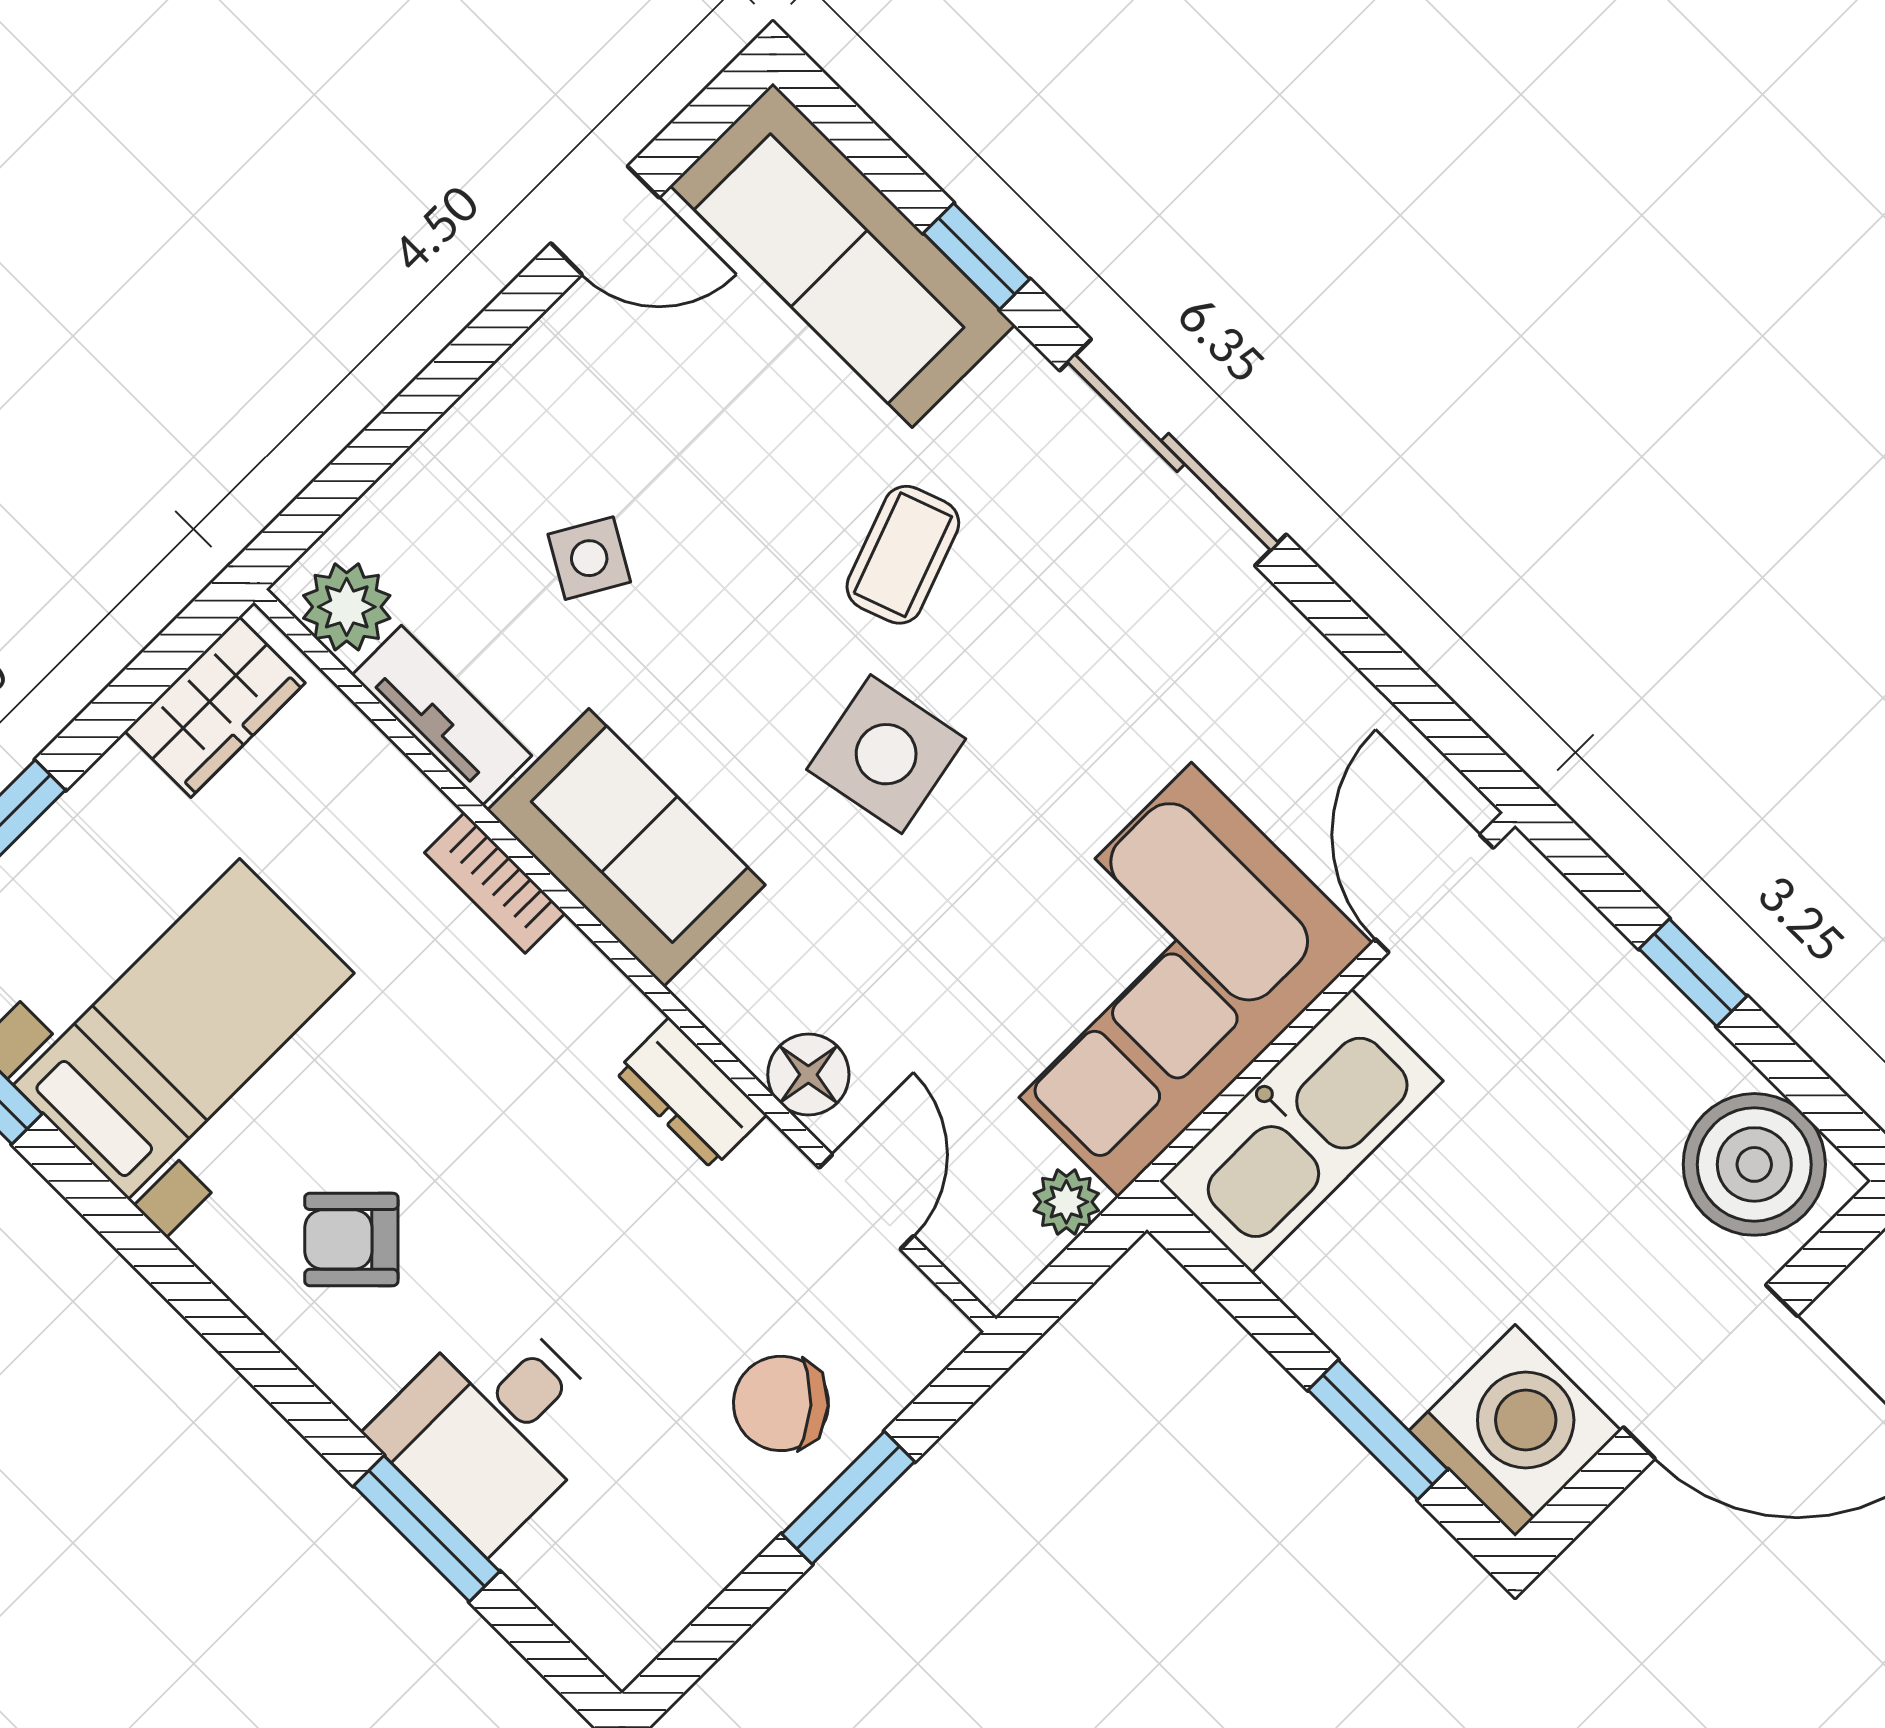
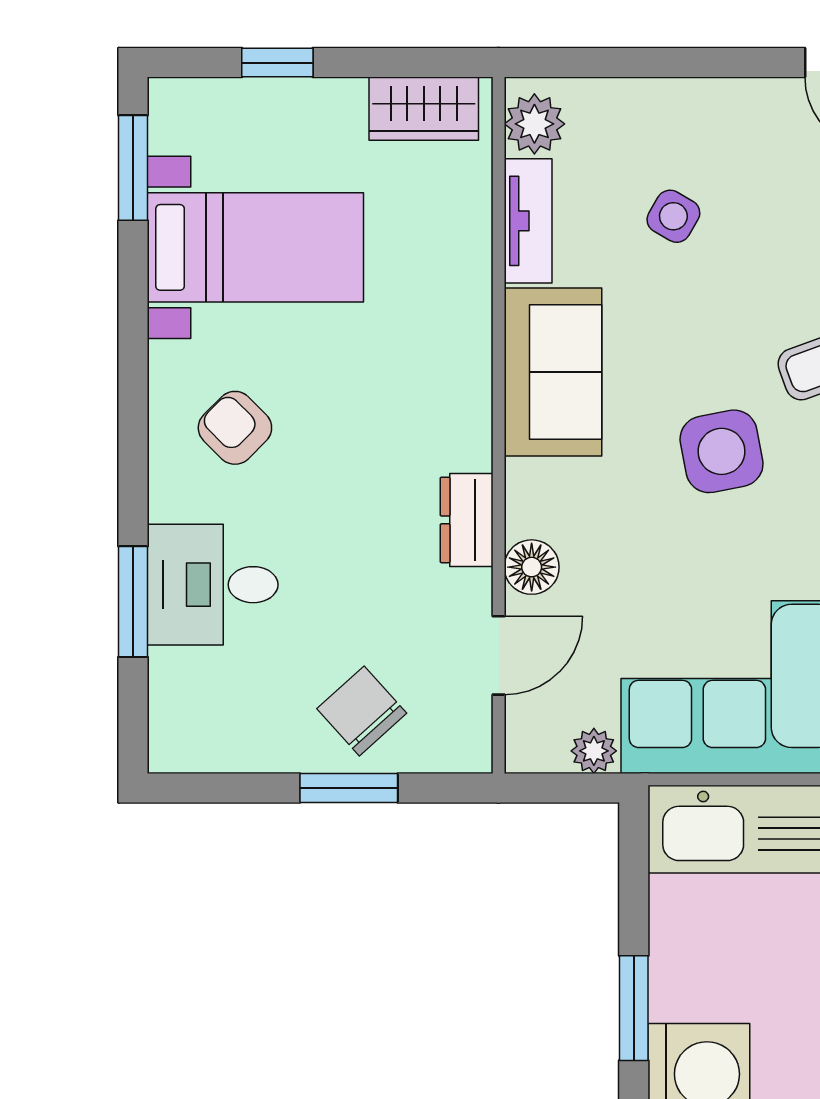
bookcase: (495, 883) -> (474, 326), removed

